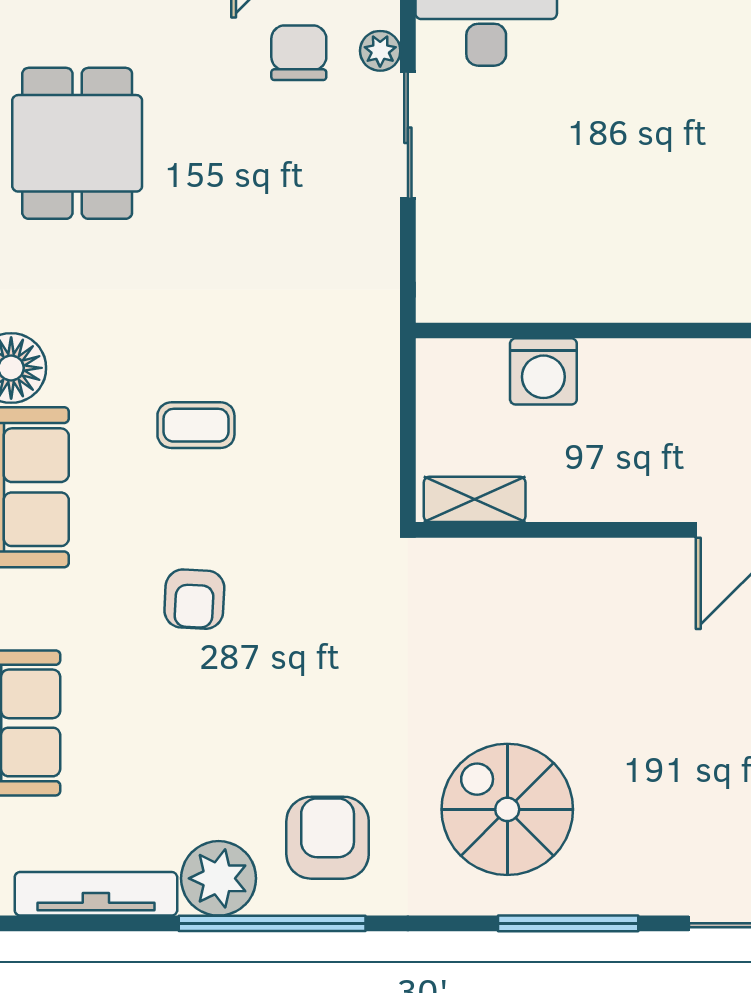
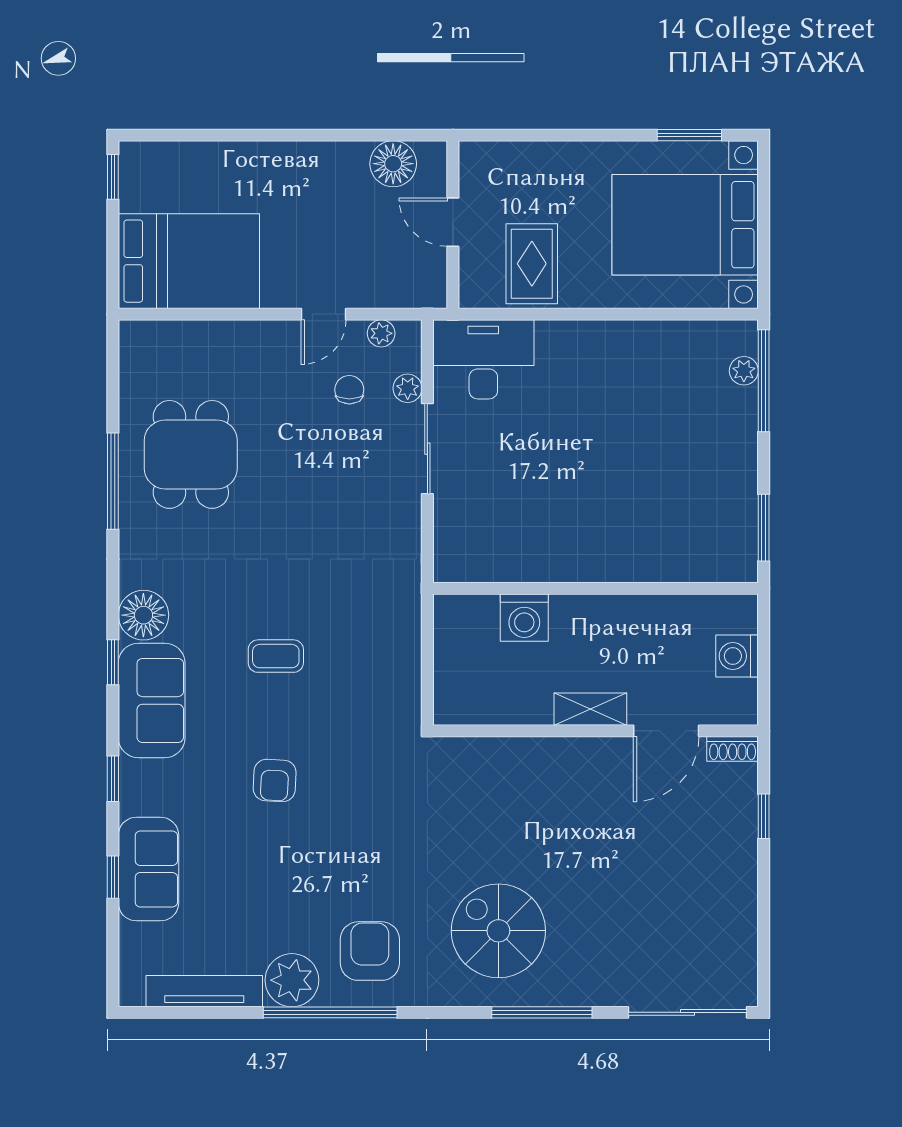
chair: (299, 53) -> (349, 390), width x0.73, depth x0.73
shelving: (475, 499) -> (590, 709), moved

